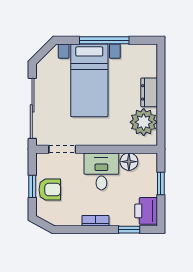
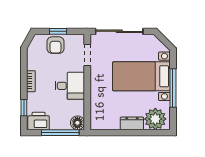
plant: (144, 122) -> (155, 119), moved
floor lamp: (129, 162) -> (77, 123), moved
window: (161, 183) -> (60, 133), width x2.17

